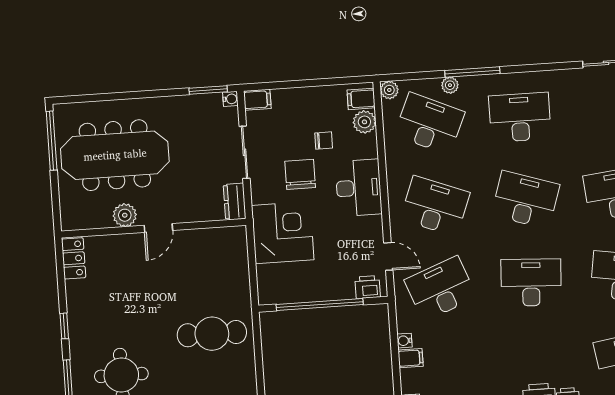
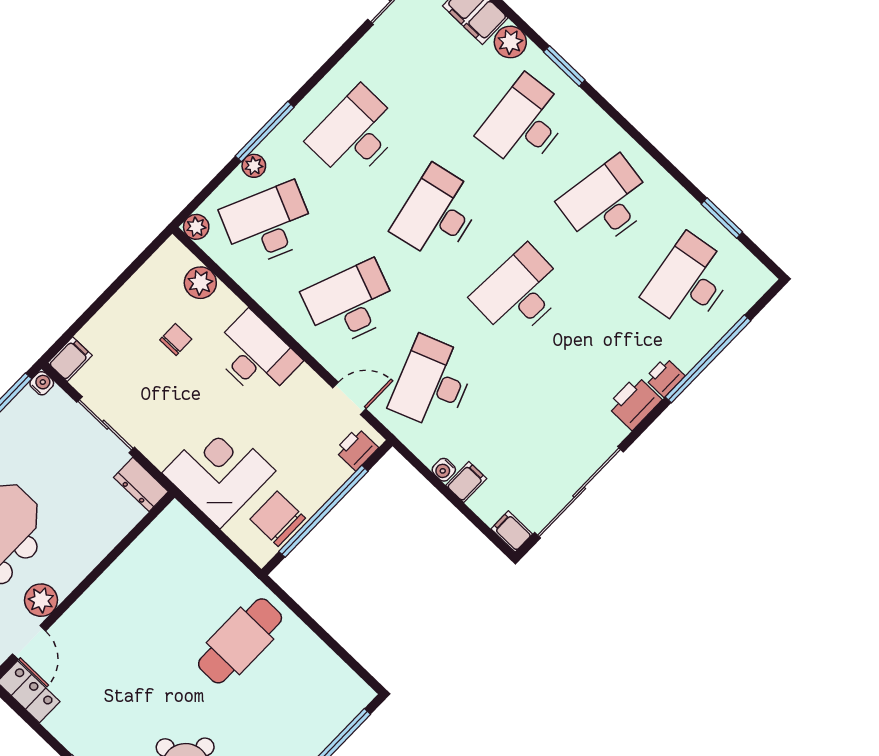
filing cabinet: (361, 99) -> (176, 262), removed
chair: (300, 174) -> (278, 519), moved
desk: (525, 200) -> (437, 213), turned -30
door: (158, 228) -> (29, 642), moved

